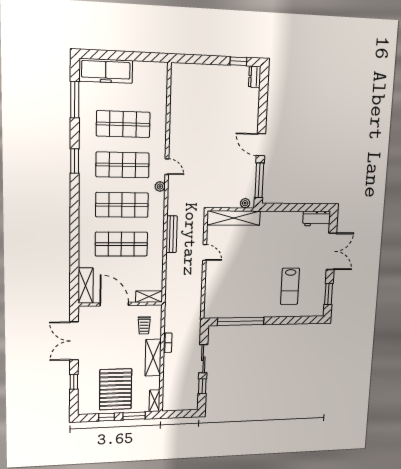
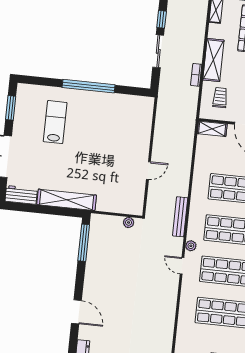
door: (261, 145) -> (76, 312), moved
plant: (245, 203) -> (129, 223), moved
shelving: (234, 218) -> (67, 200), moved
bench: (172, 234) -> (180, 217), moved
door: (205, 252) -> (148, 170), swing flipped
window: (241, 321) -> (89, 86), moved

